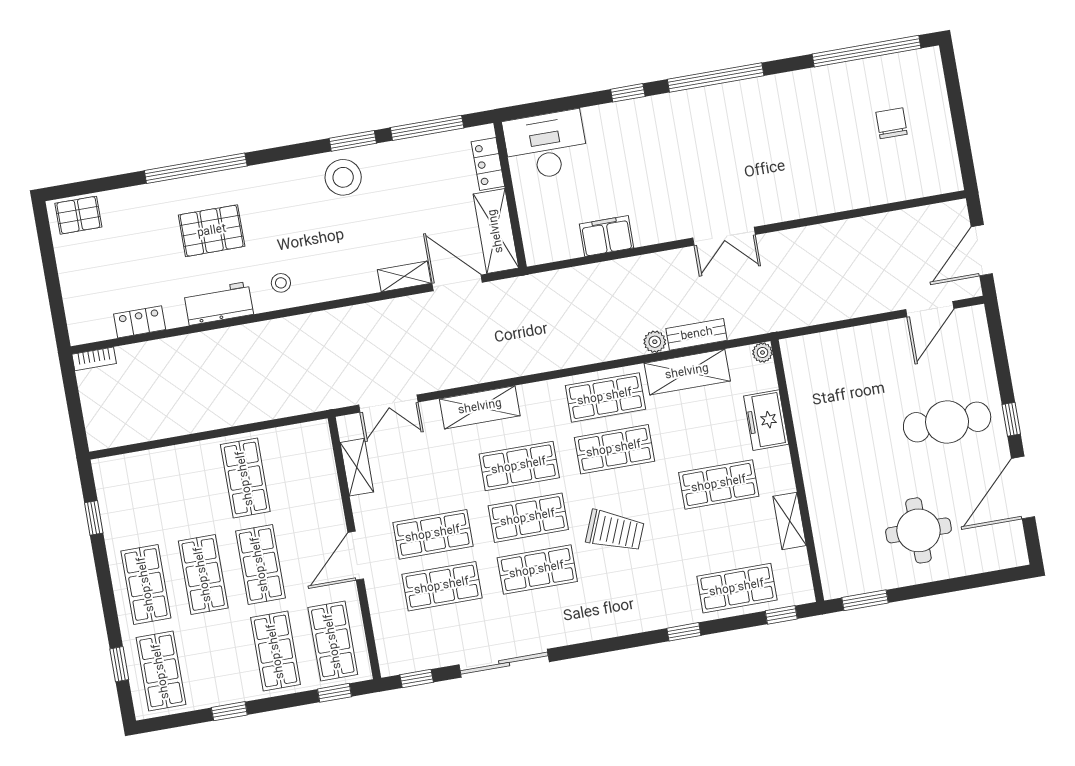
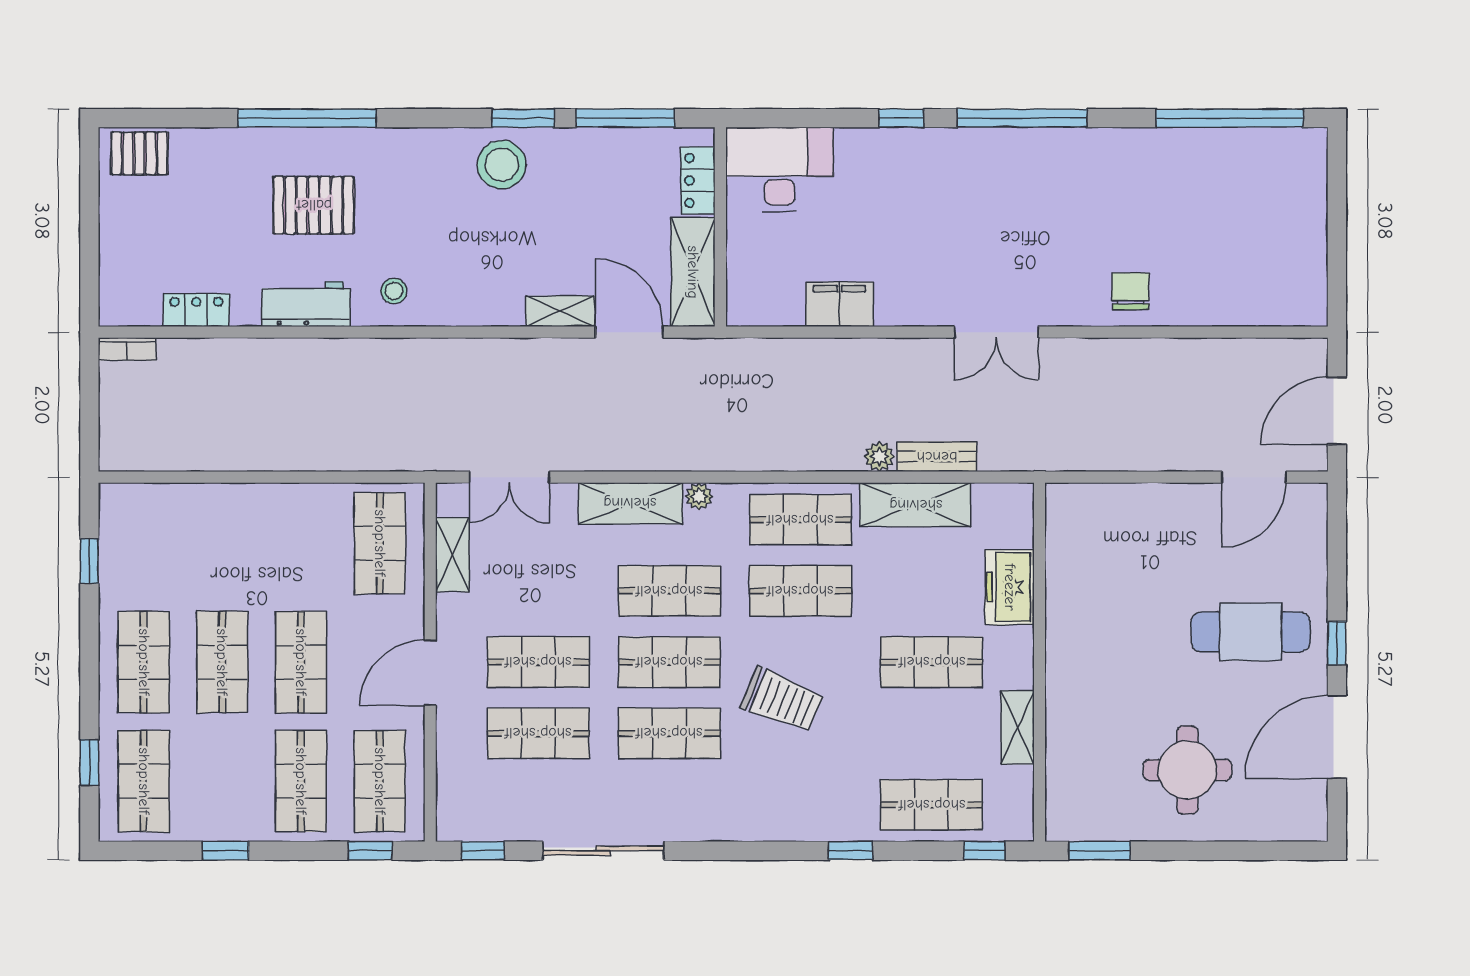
chair: (892, 123) -> (1131, 291), moved
plant: (762, 353) -> (699, 496), moved
shop shelf: (245, 478) -> (380, 543), moved

